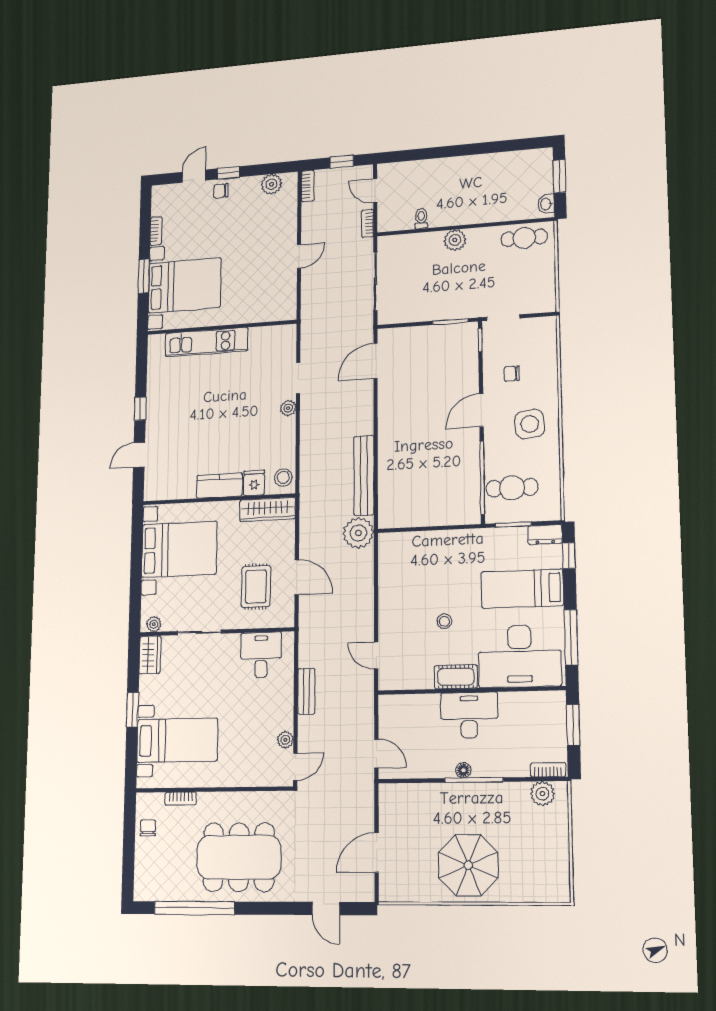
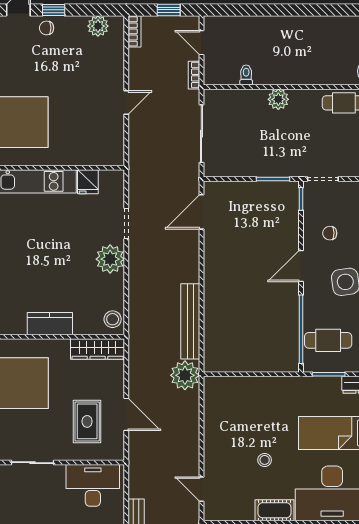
plant: (288, 408) -> (110, 259), width x1.88, depth x1.88
fridge: (254, 483) -> (88, 182), moved, turned 180
desk: (261, 655) -> (93, 485), width x1.37

